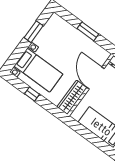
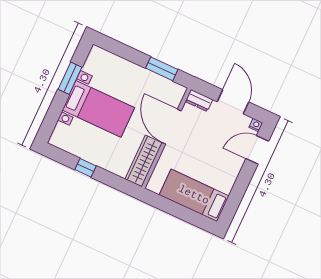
window: (88, 31) -> (162, 69), moved
bed with nightstands: (38, 70) -> (98, 109), moved

